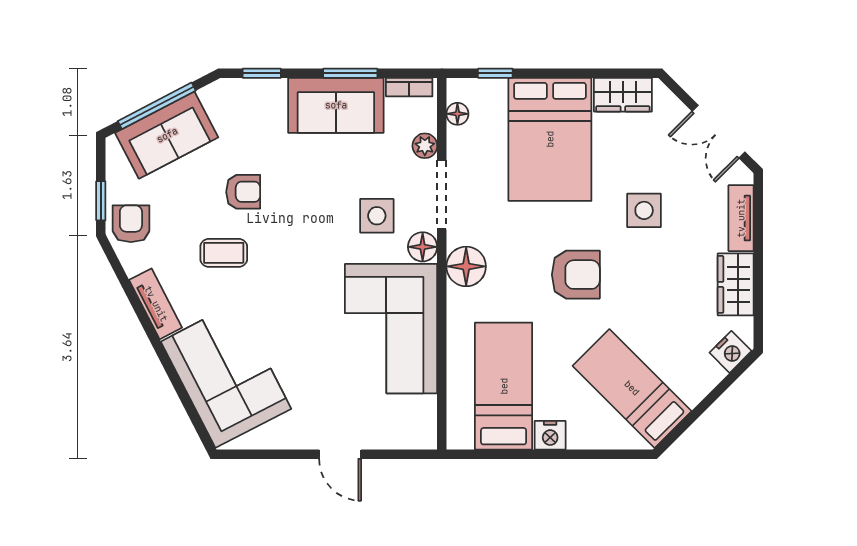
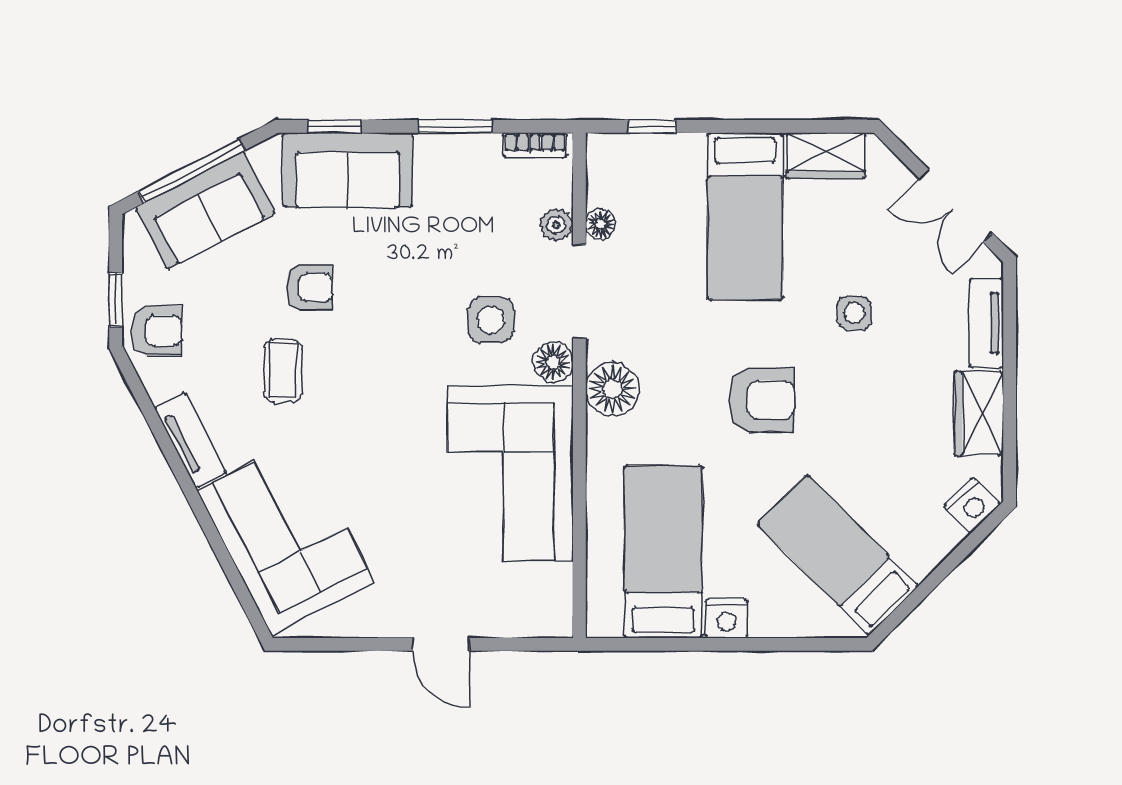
sofa: (336, 105) -> (348, 170), moved
floor lamp: (457, 114) -> (601, 224), moved
bed: (550, 139) -> (745, 216), width x0.67
side table: (644, 210) -> (854, 313), width x0.73, depth x0.73
armchair: (131, 224) -> (157, 331), turned 90
coffee table: (224, 253) -> (283, 371), turned 90

